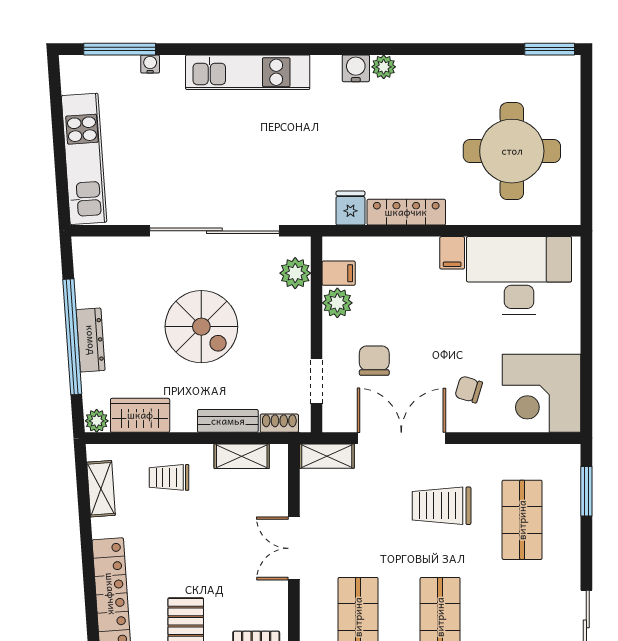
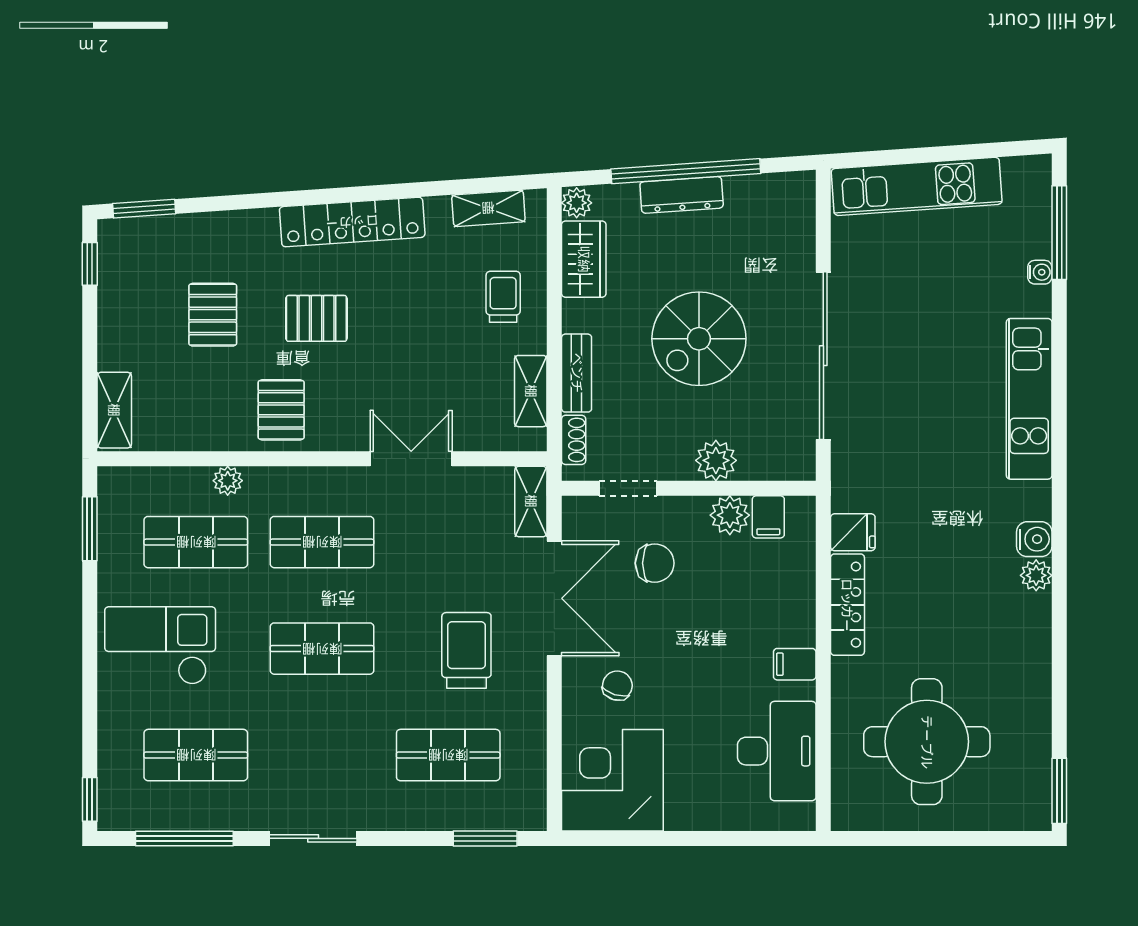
plant: (295, 273) -> (716, 460), moved
desk: (519, 276) -> (777, 751), width x0.73, depth x0.77

